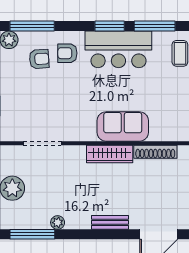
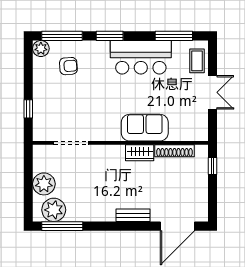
window: (110, 26) -> (110, 36), moved
armchair: (67, 53) -> (94, 61), removed
wardrobe: (110, 154) -> (140, 153), width x0.67
plant: (58, 223) -> (54, 210), moved, width x1.88, depth x1.88

